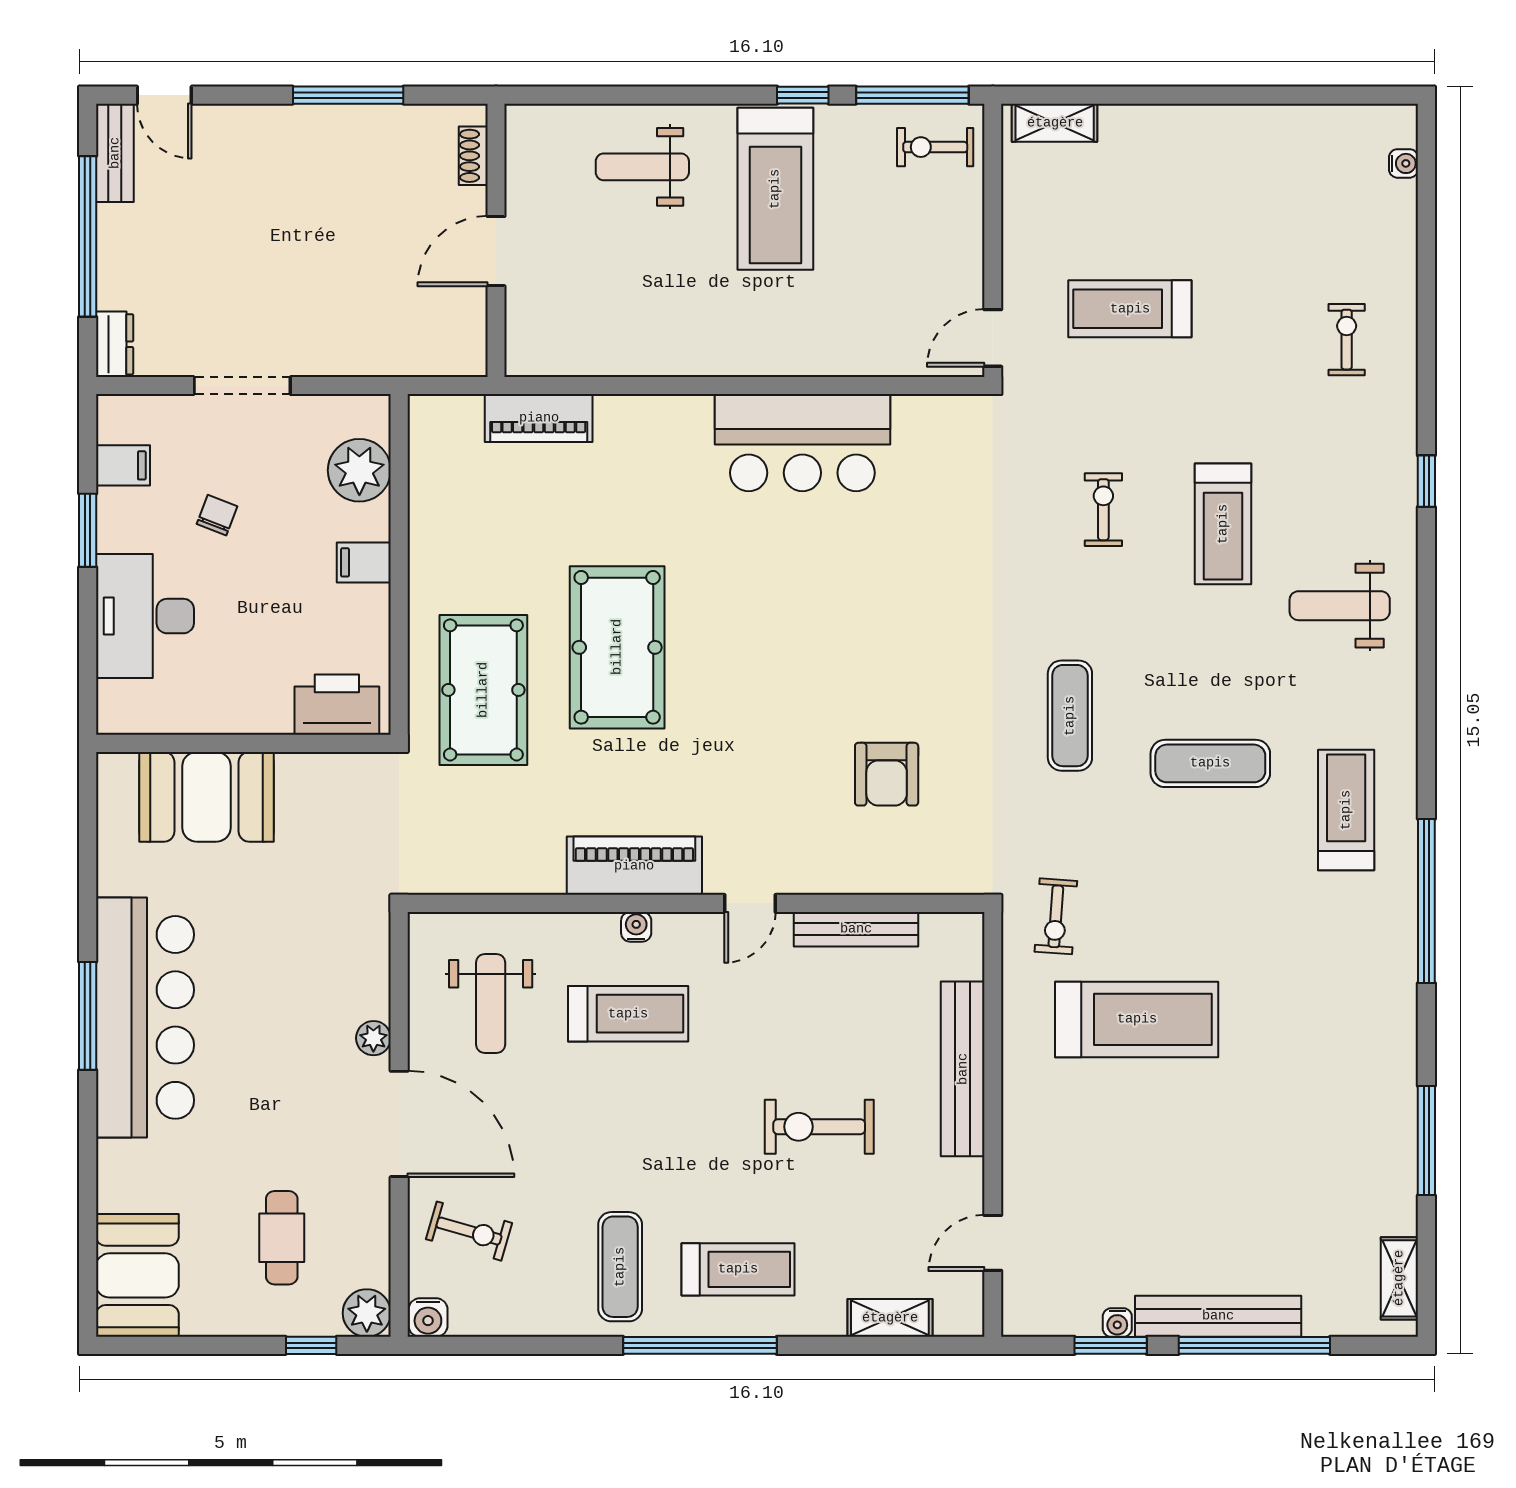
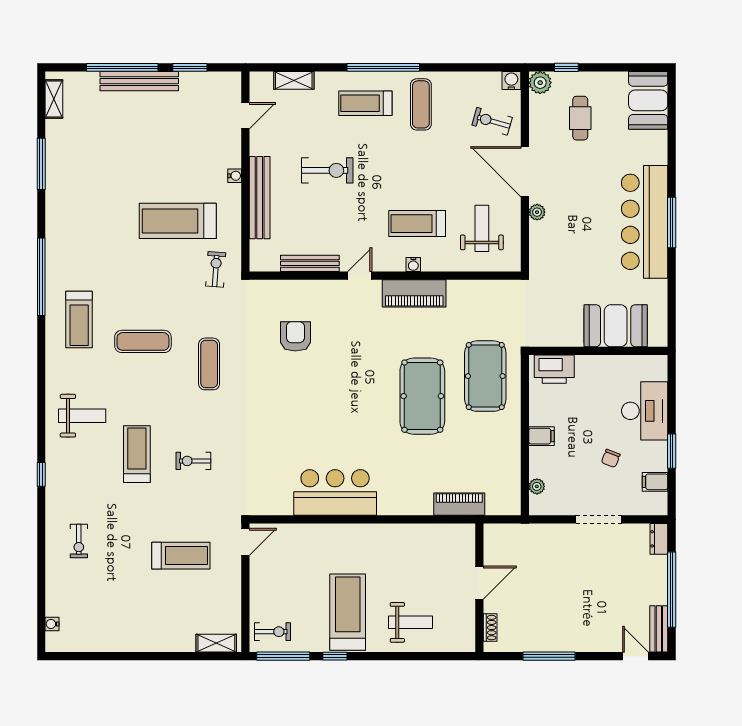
plant: (359, 470) -> (537, 486), width x0.53, depth x0.53
exercise bike: (1103, 510) -> (193, 461), turned 90
water cooler: (1117, 1323) -> (235, 176), moved, turned 90

